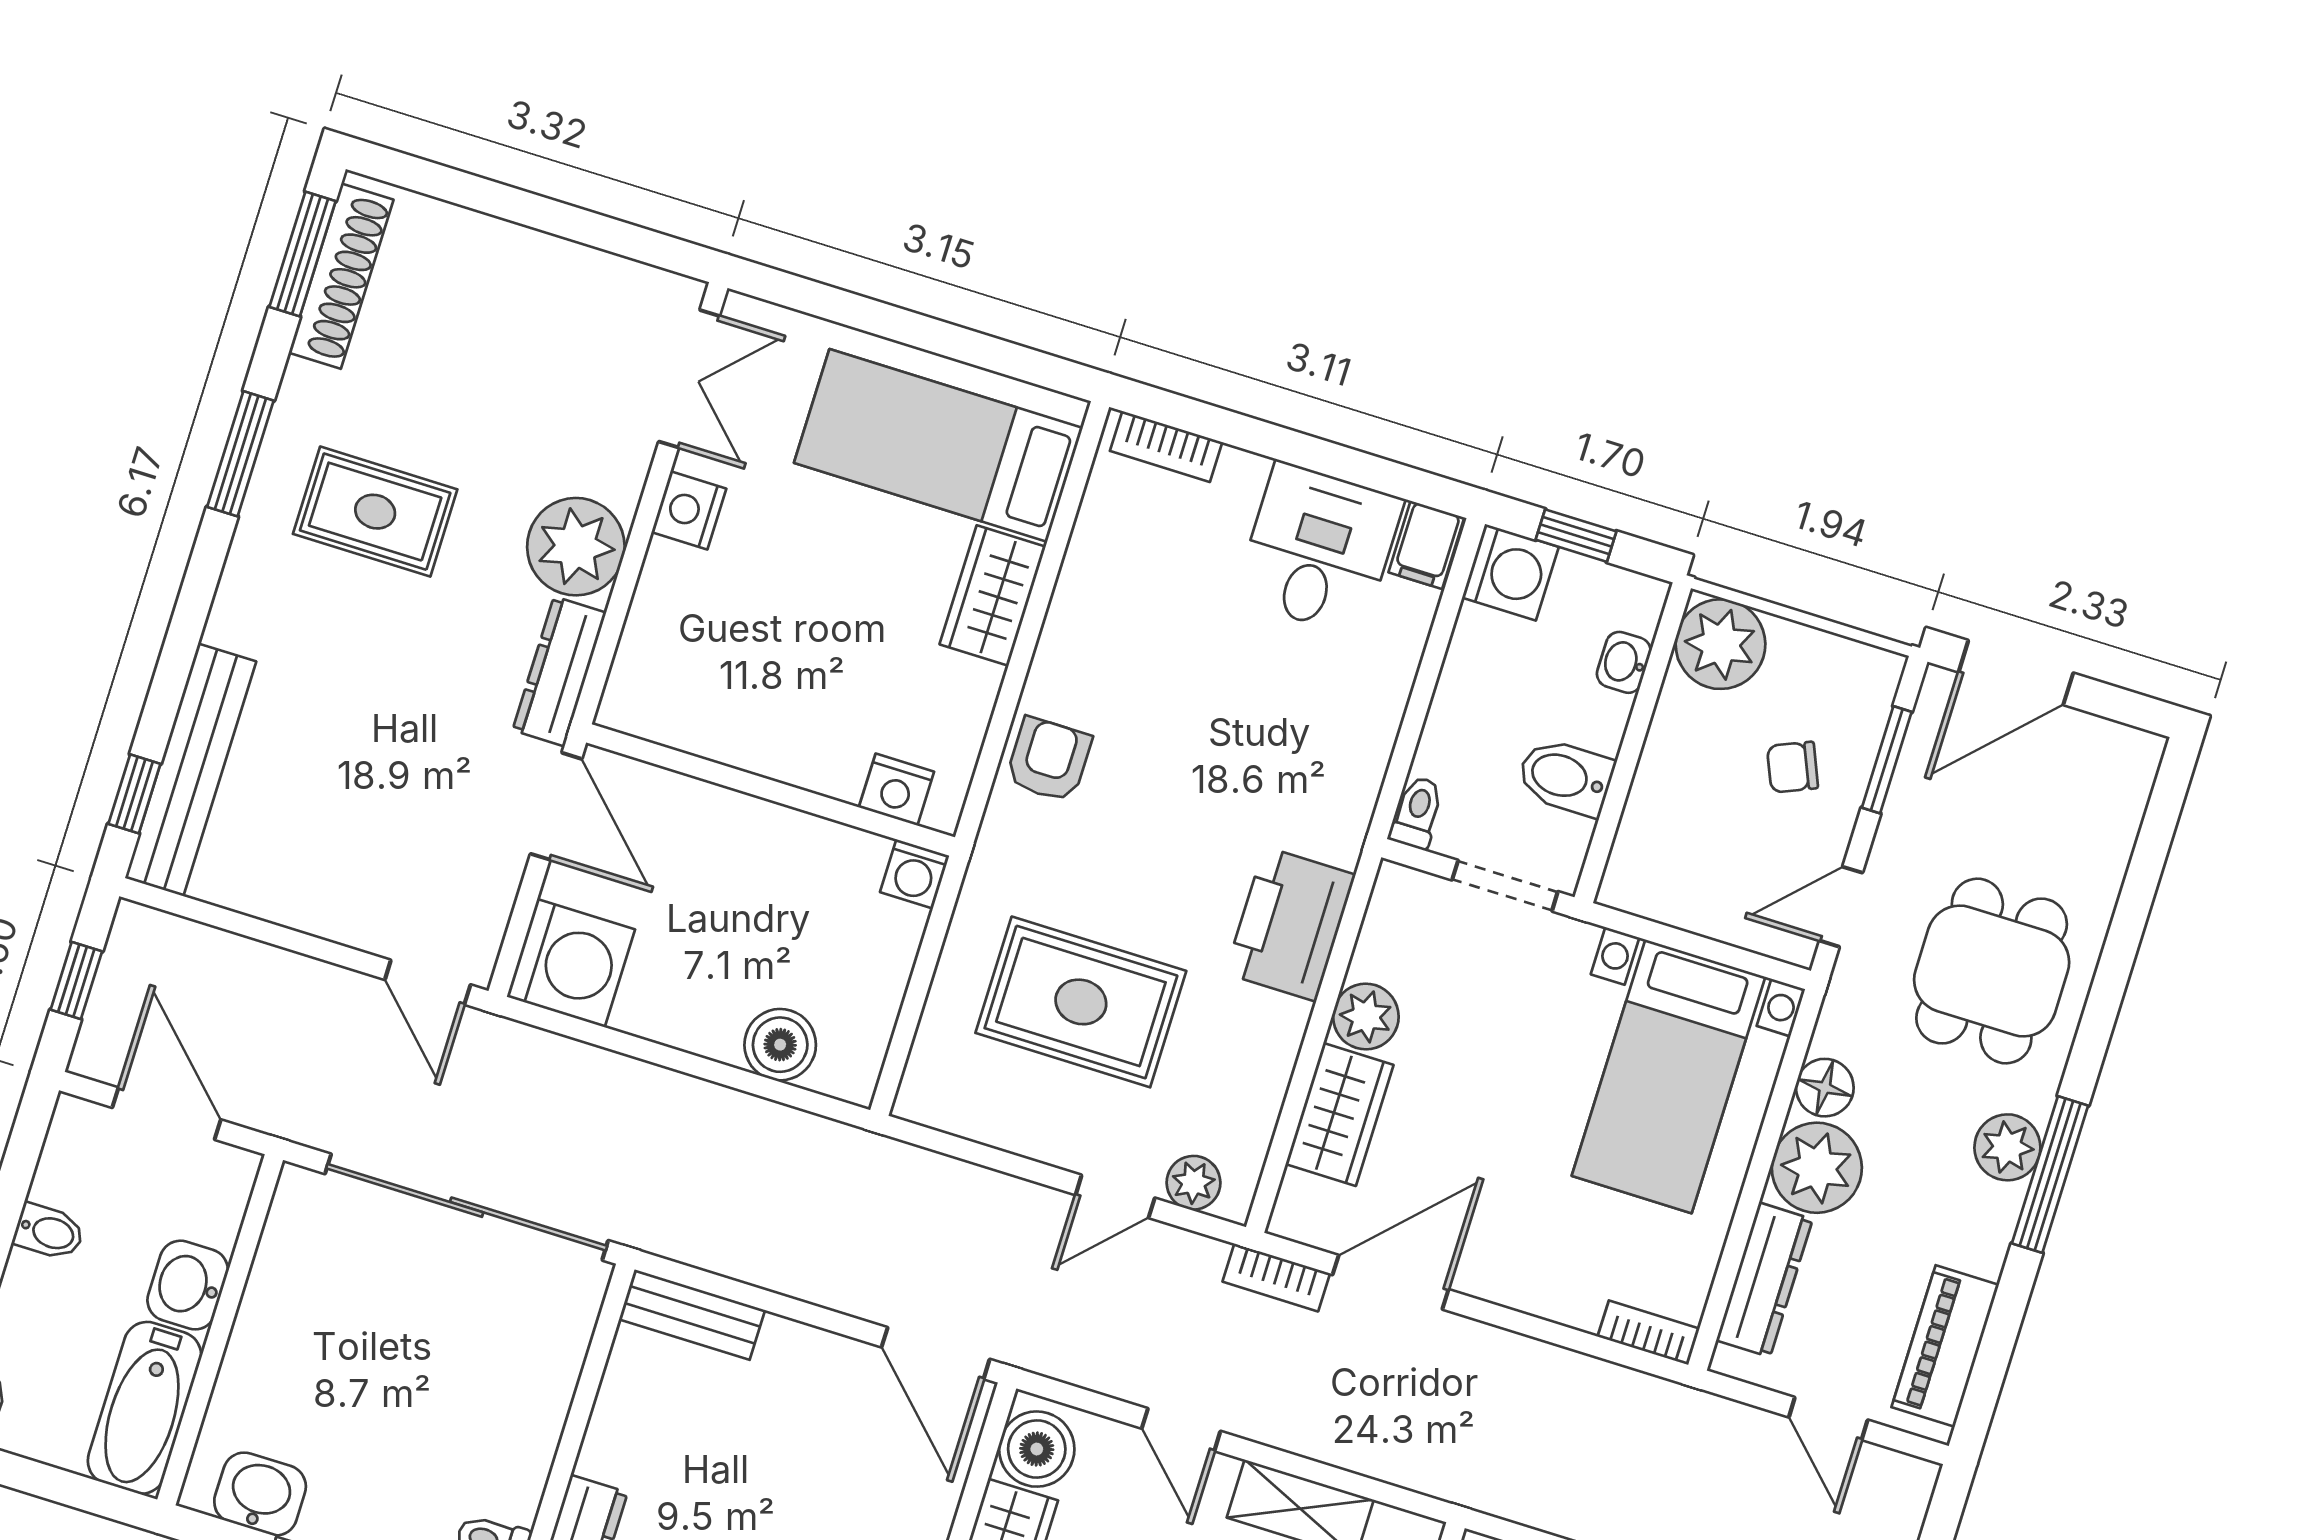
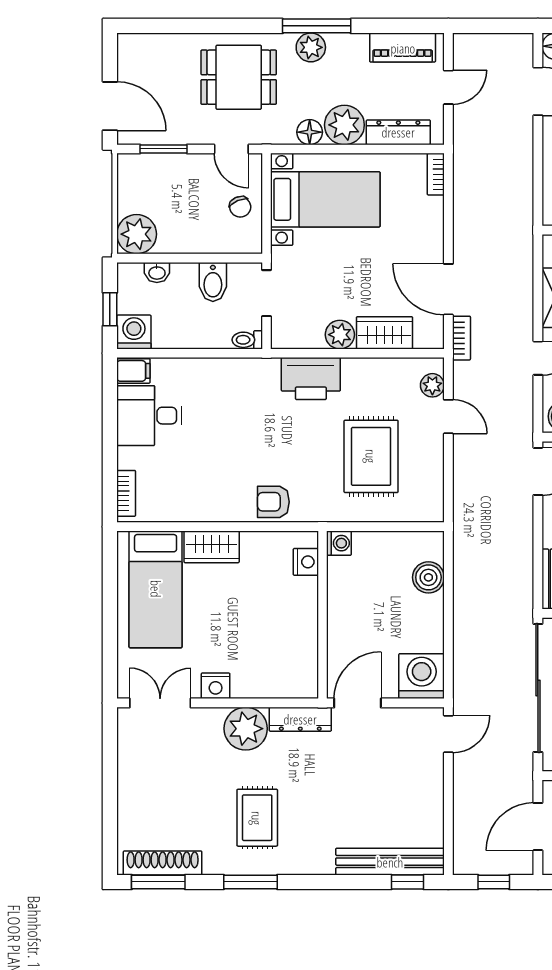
chair: (1792, 767) -> (240, 207), moved

